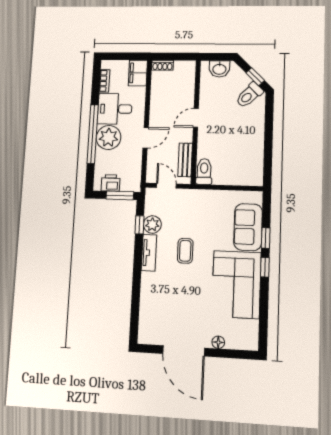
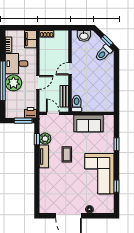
printer: (111, 183) -> (30, 113), moved
sofa: (248, 227) -> (89, 123), moved, turned -90
window: (265, 267) -> (116, 186), moved

